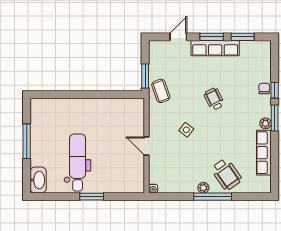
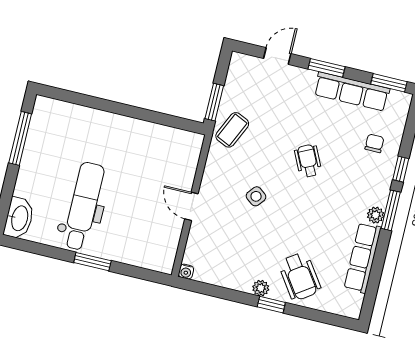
window: (243, 37) -> (389, 83), moved
row of seats: (215, 48) -> (352, 91), moved
chair: (264, 88) -> (374, 143), moved
coffee table: (161, 91) -> (232, 130), turned 44
window: (27, 141) -> (20, 138), moved
window: (213, 197) -> (271, 305), width x0.46

